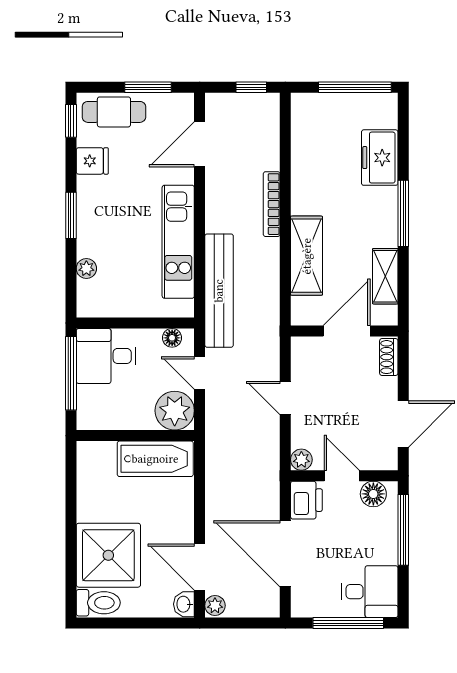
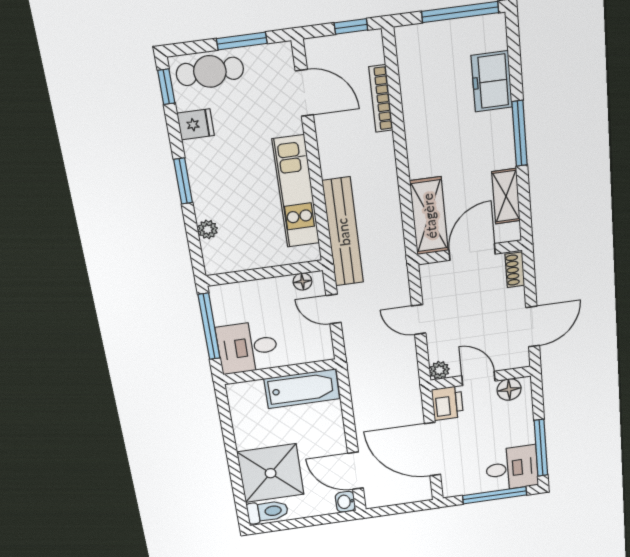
door: (200, 144) -> (304, 93), swing flipped
bookcase: (272, 204) -> (381, 99), moved
shelving: (307, 256) -> (429, 216), moved
desk: (106, 356) -> (247, 347), moved
plant: (175, 411) -> (314, 345), removed
window: (403, 530) -> (541, 448), moved
plant: (215, 606) -> (373, 499), removed

